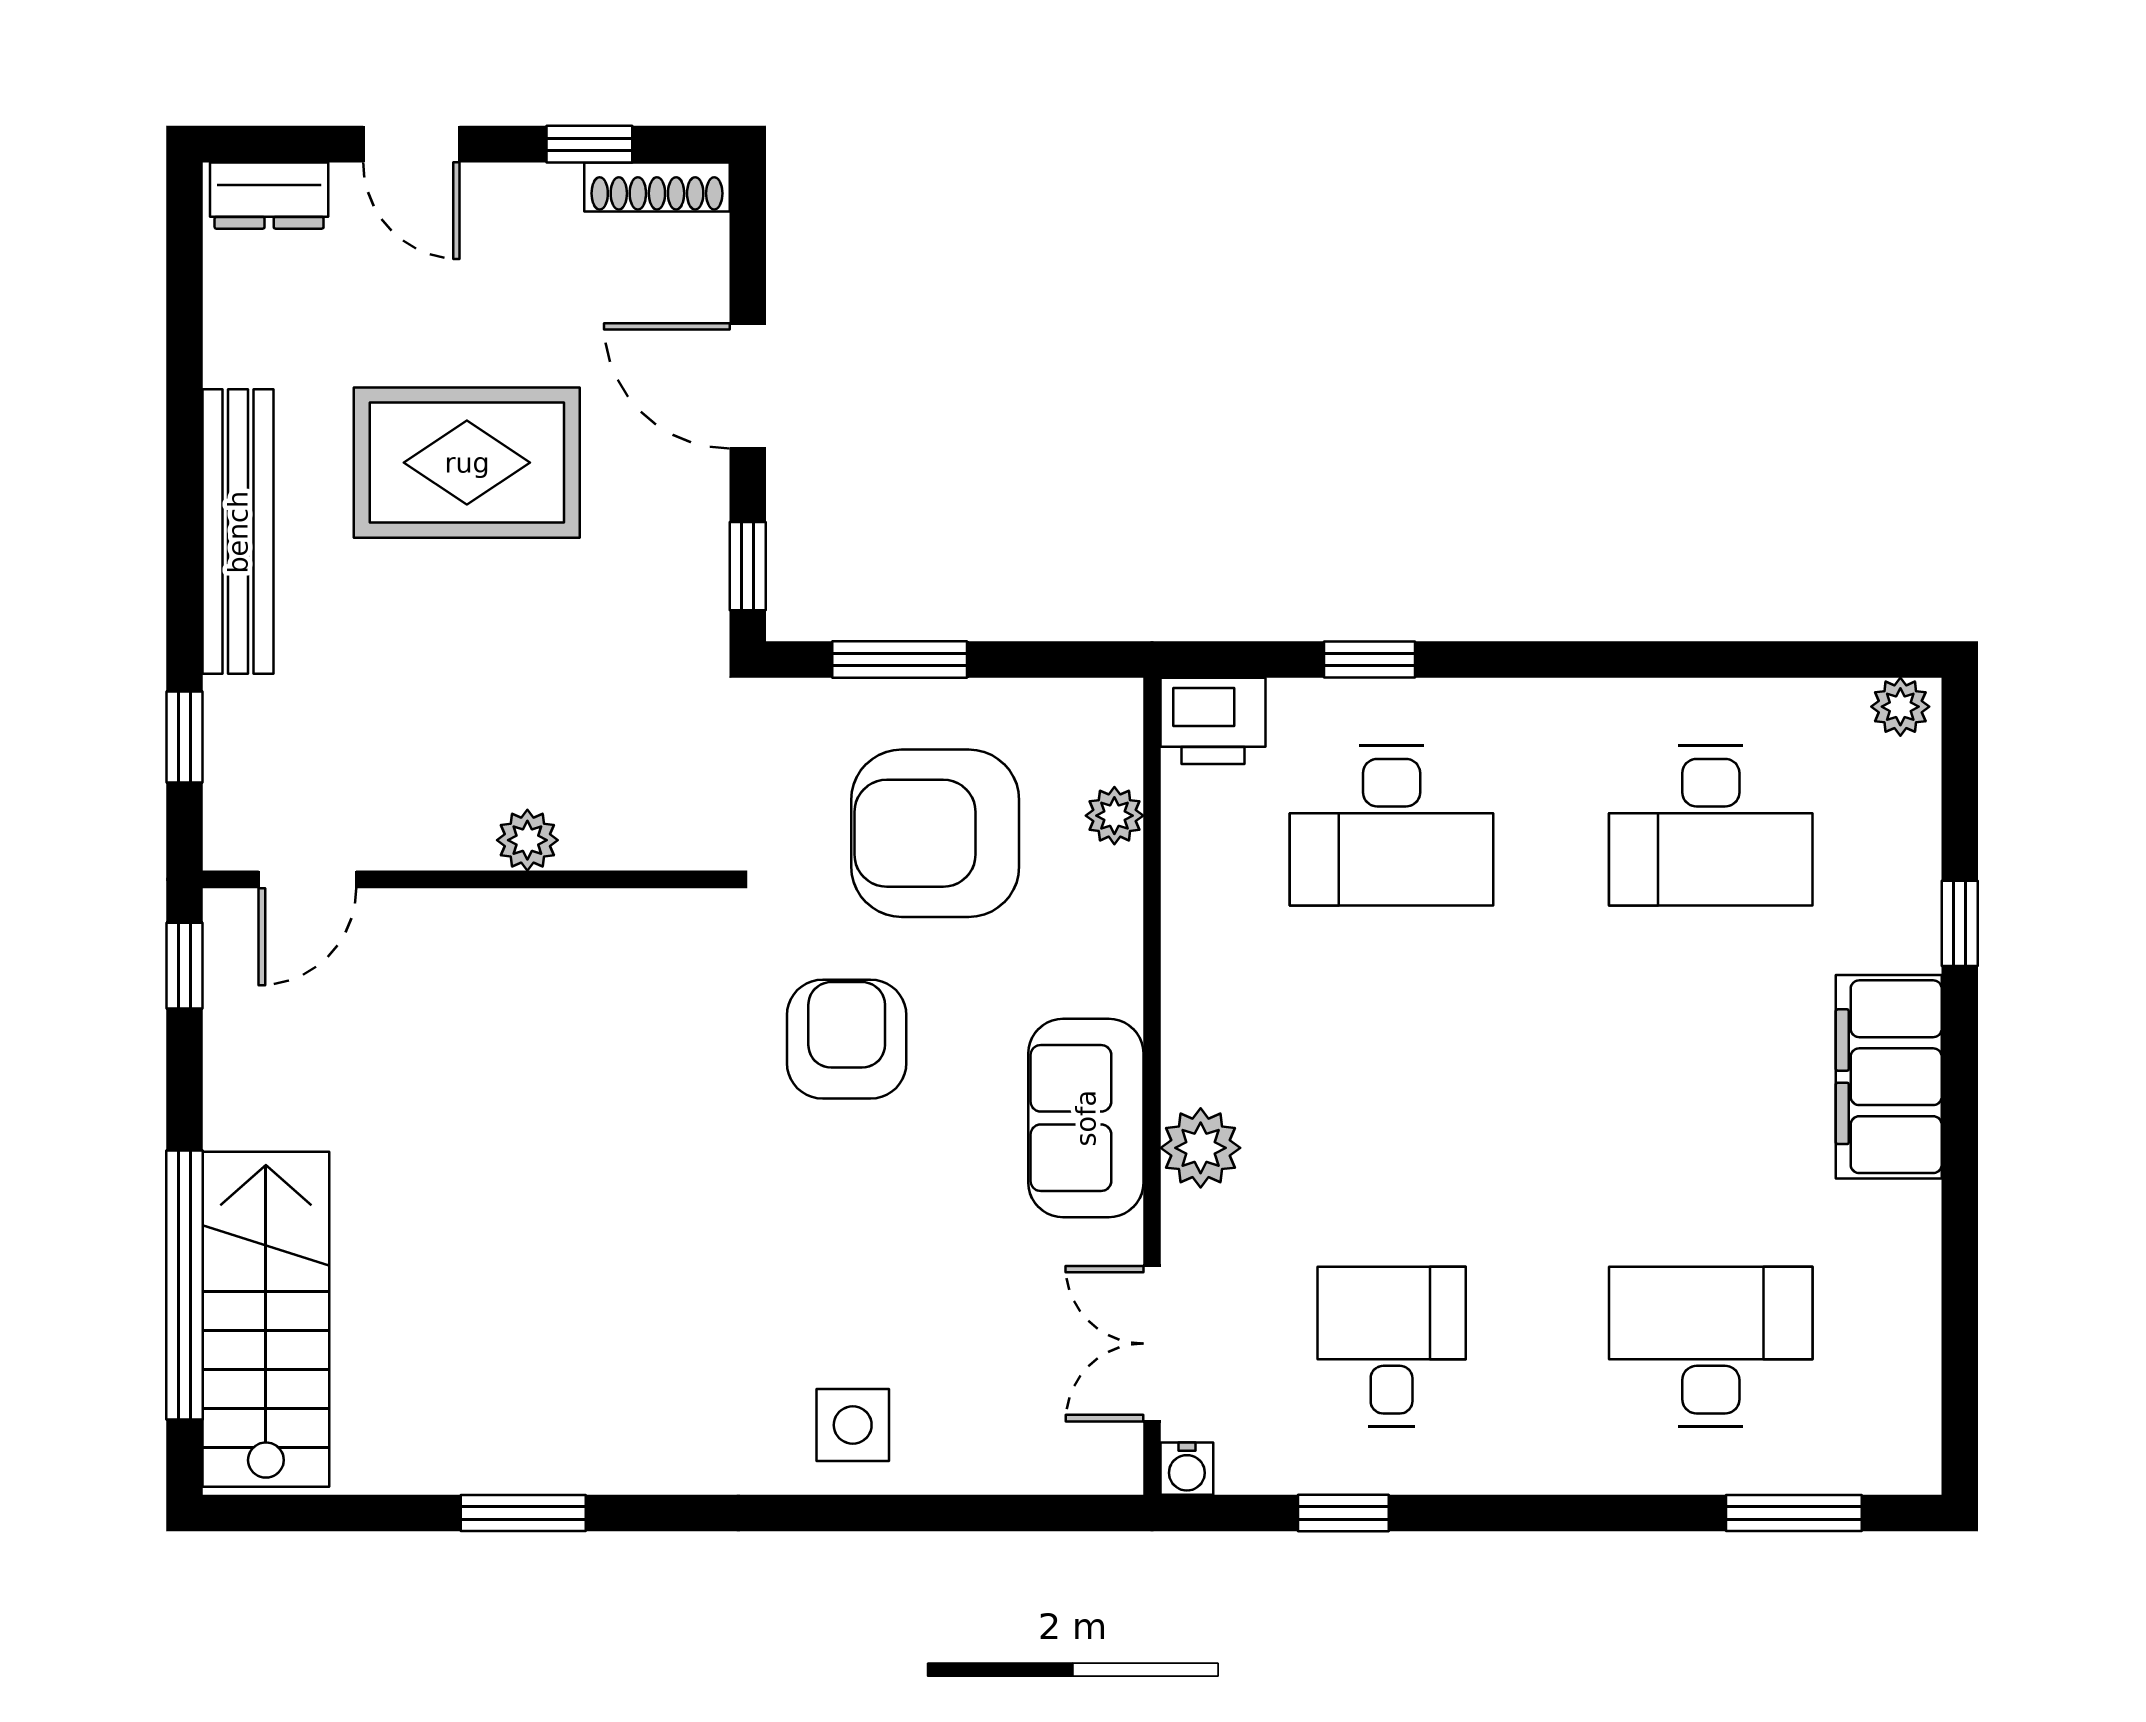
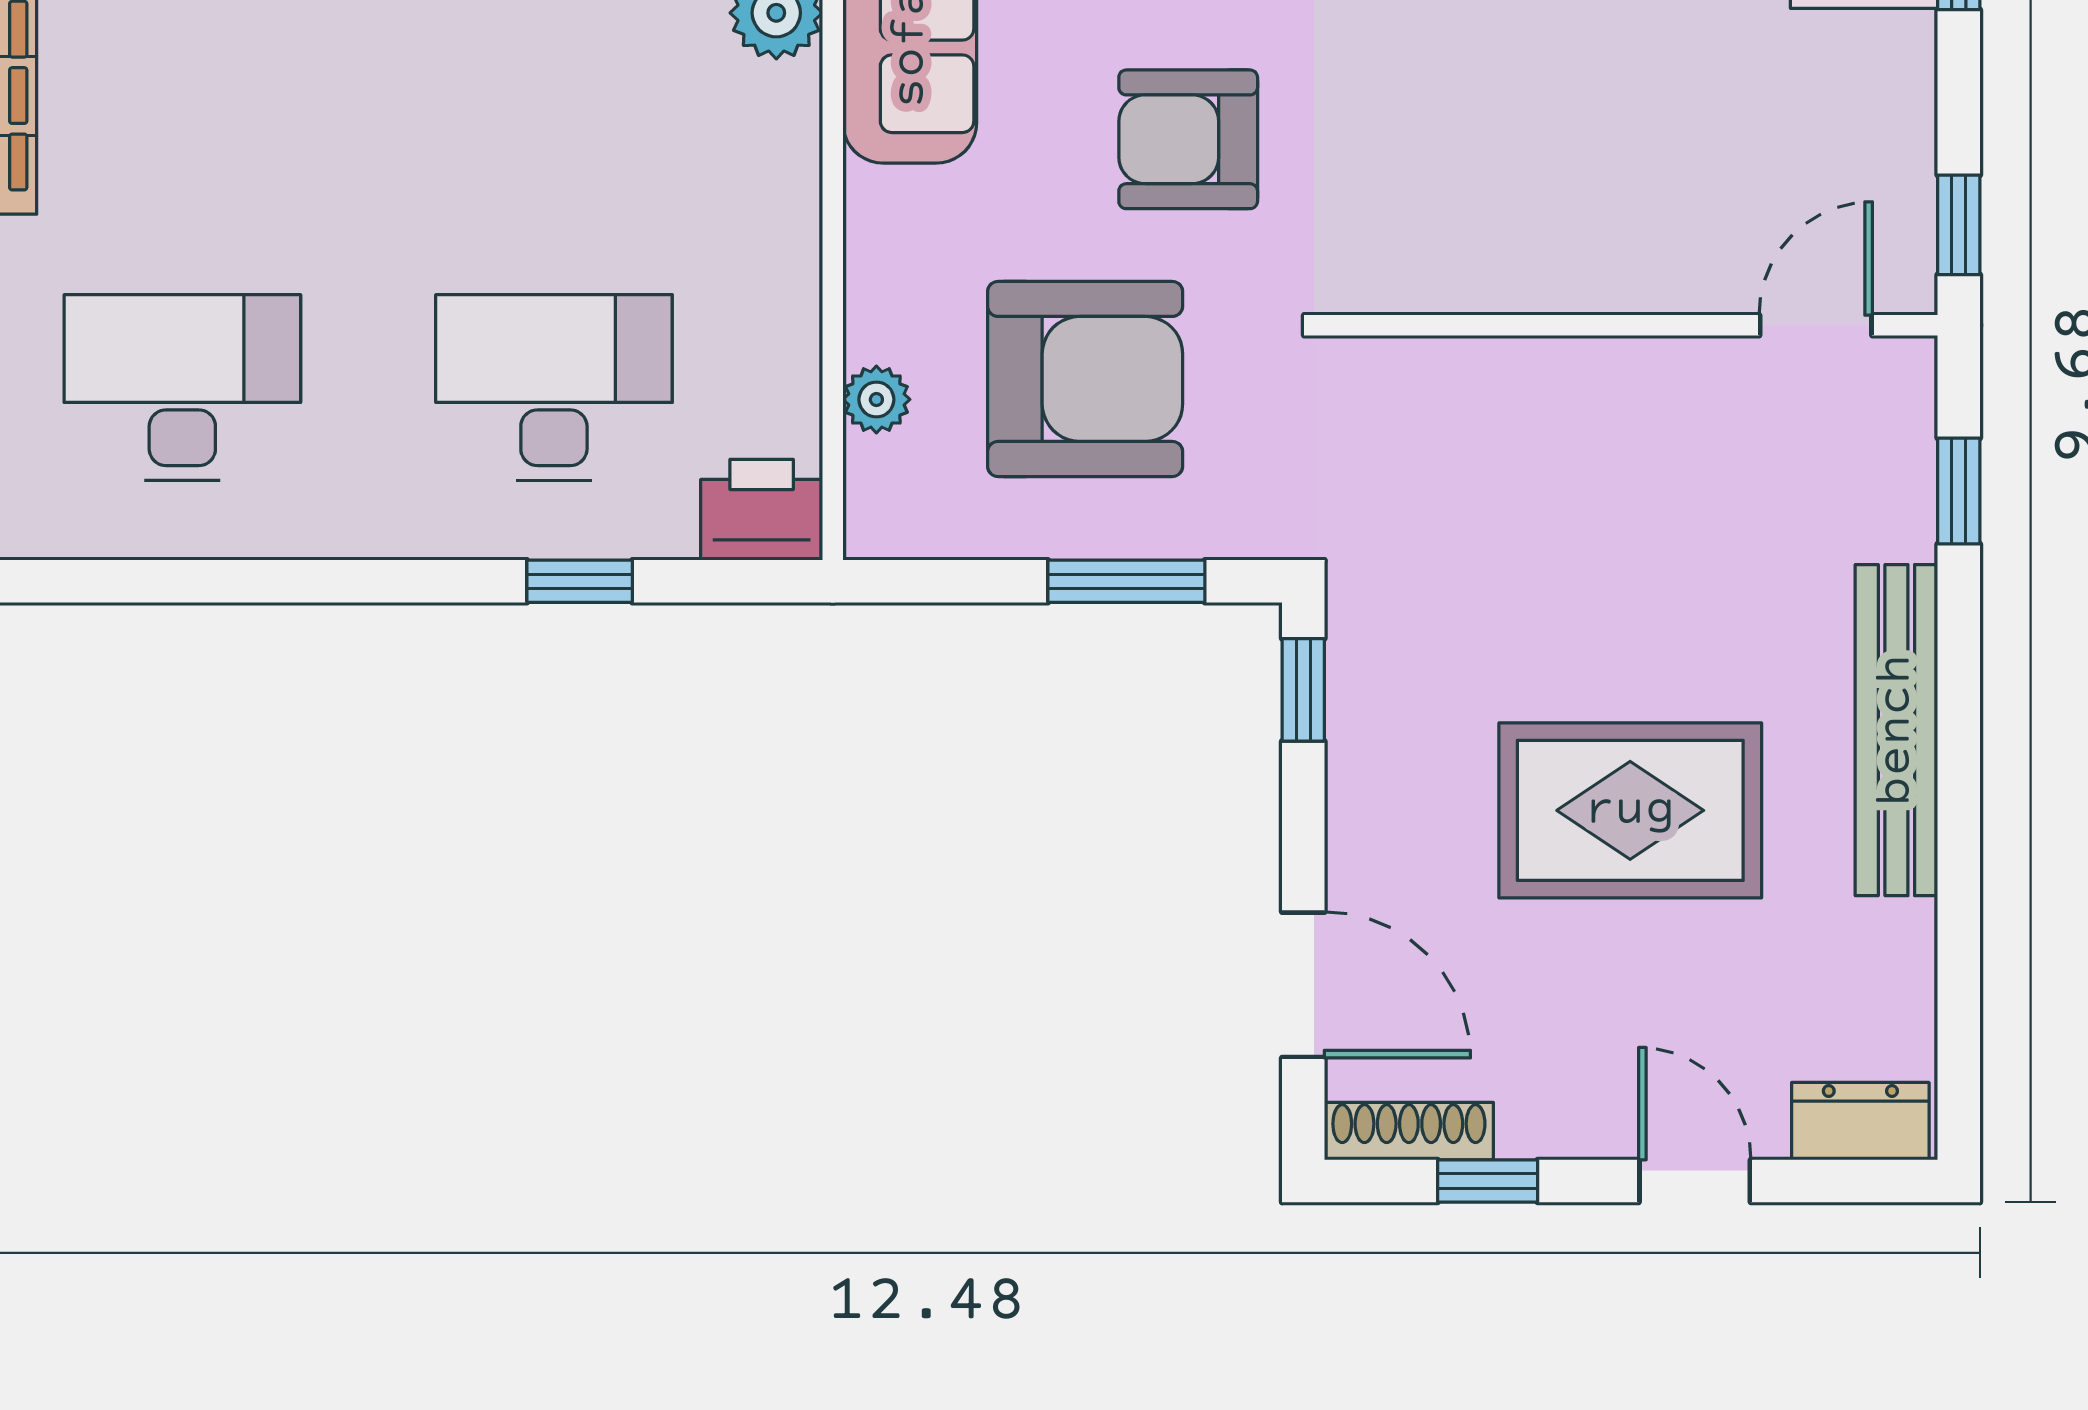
door: (748, 386) -> (1303, 985), moved
plant: (527, 840) -> (1560, 371), removed
armchair: (847, 1039) -> (1188, 139), turned 90

